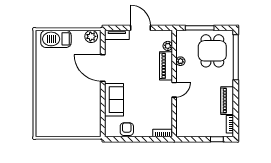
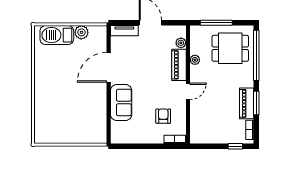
plant: (91, 36) -> (81, 32), moved
dining table: (212, 51) -> (230, 48), turned 90
door: (103, 68) -> (109, 67), hinge flipped
window: (236, 100) -> (256, 103), added
armchair: (127, 129) -> (163, 116), moved

